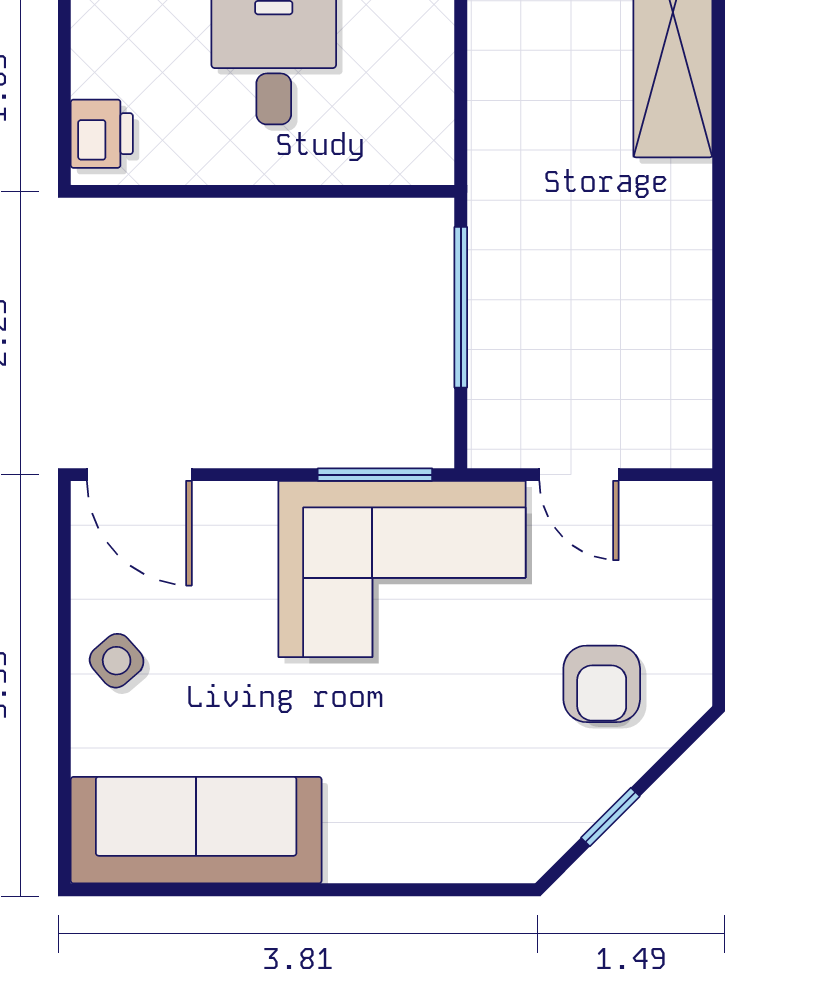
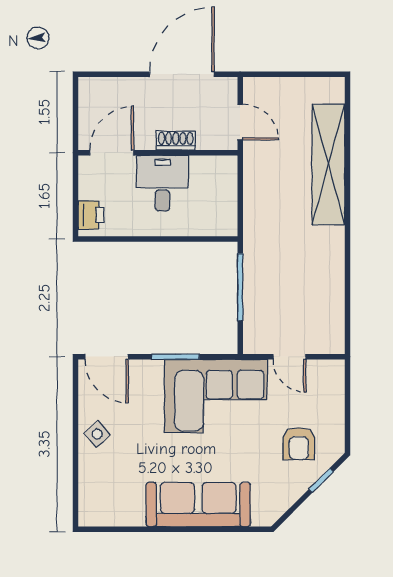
window: (375, 475) -> (175, 357), moved
window: (610, 817) -> (321, 480), moved
sofa: (196, 830) -> (198, 505), moved

